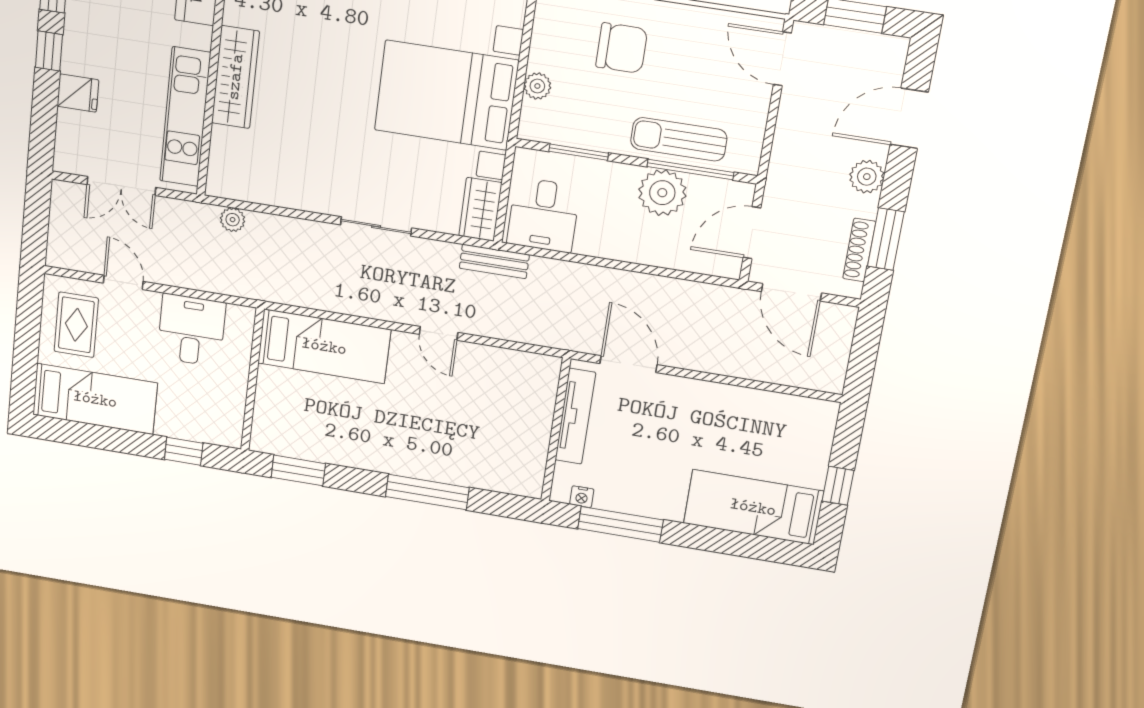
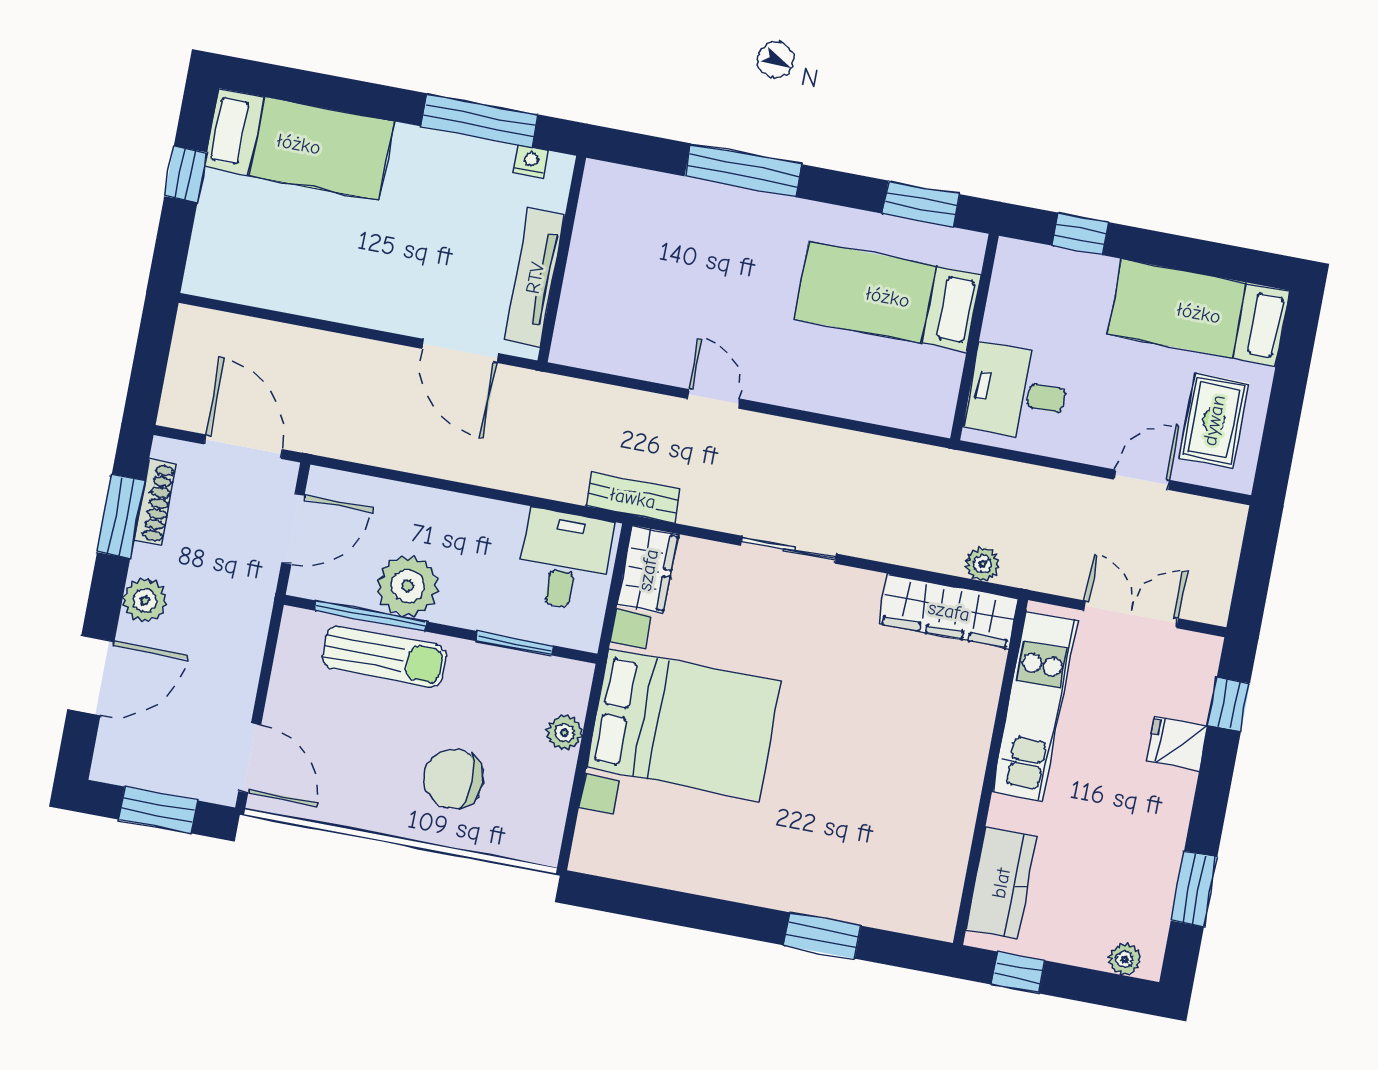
window: (49, 51) -> (1229, 704), moved
wardrobe: (235, 77) -> (949, 611), moved, turned -90
door: (123, 282) -> (1142, 480), swing flipped
desk: (191, 330) -> (1017, 393), moved, turned 90
bed: (324, 346) -> (888, 297), moved

